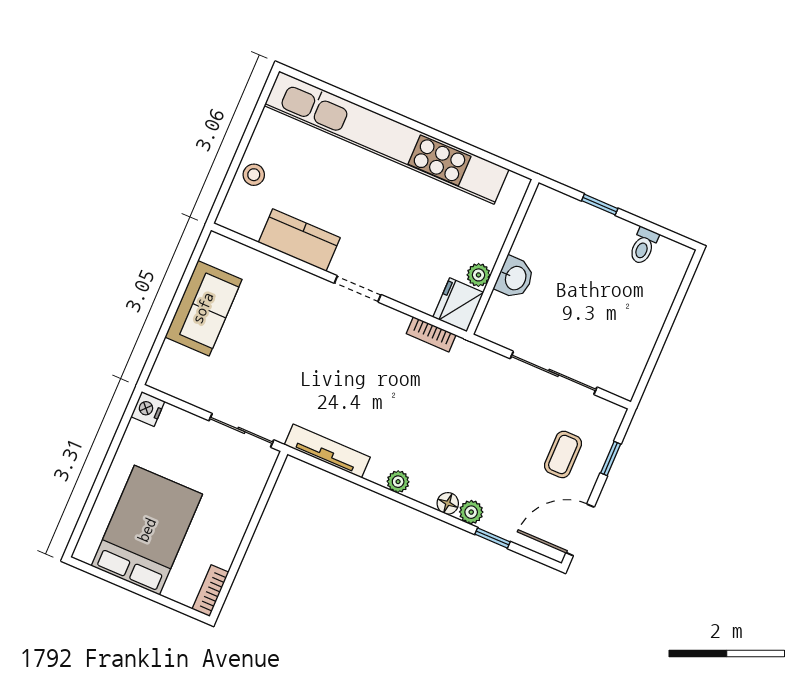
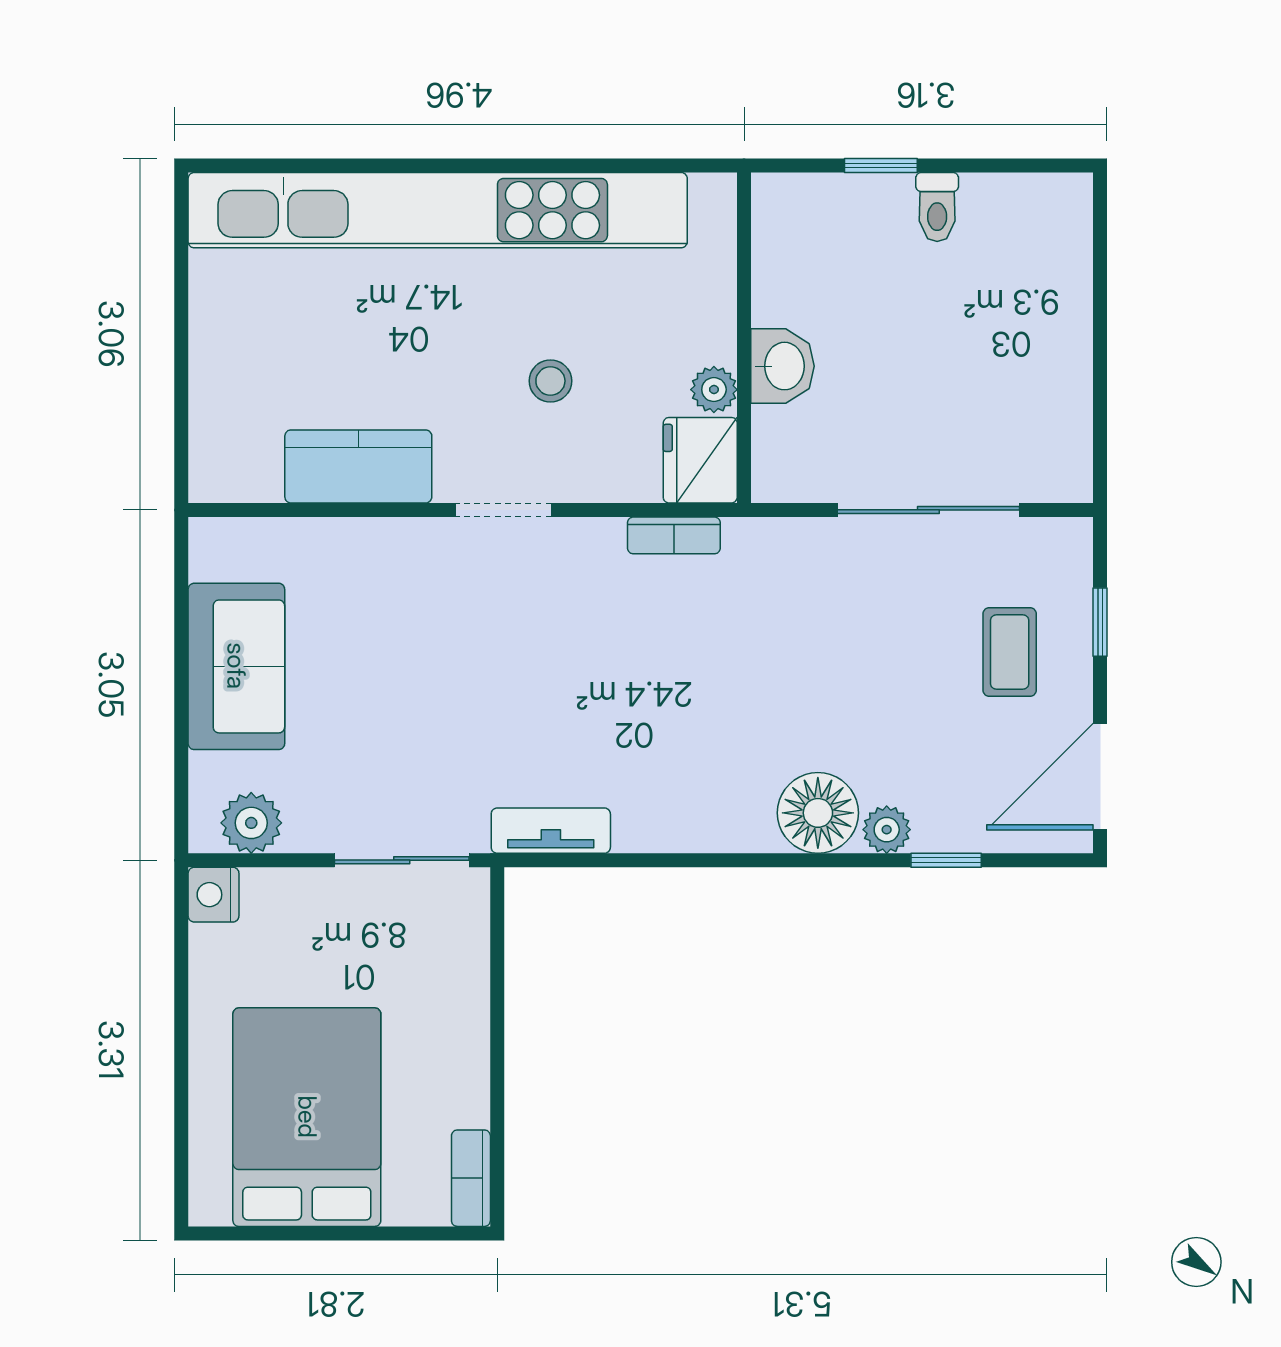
stool: (254, 175) -> (550, 381), moved
toilet: (643, 246) -> (937, 207), moved
tv unit: (327, 451) -> (551, 831), width x0.71
plant: (398, 482) -> (251, 823), moved, width x1.38, depth x1.38
floor lamp: (448, 503) -> (818, 813), width x1.89, depth x1.89

